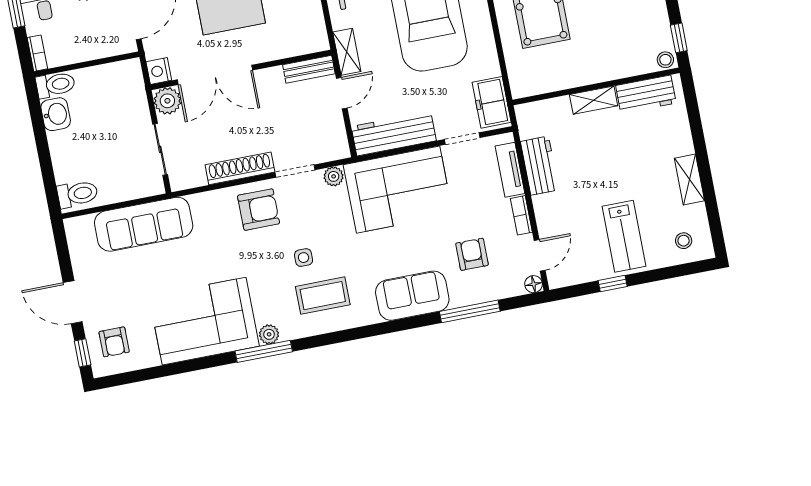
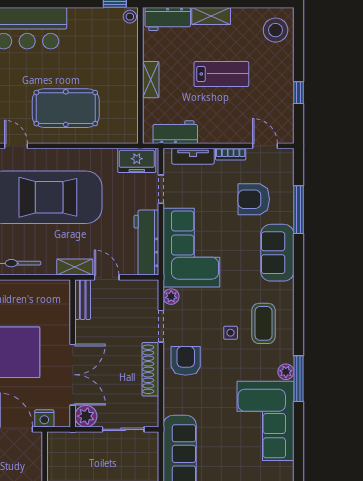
nightstand: (159, 71) -> (44, 418), moved
workbench: (646, 94) -> (168, 19), moved, turned 90
workbench: (540, 166) -> (175, 132), moved
shelving: (689, 180) -> (211, 16), moved
lab bench: (624, 236) -> (221, 74), moved
stool: (684, 241) -> (276, 30), width x1.89, depth x1.89
armchair: (472, 254) -> (254, 199), width x1.38, depth x1.38
floor lamp: (534, 284) -> (287, 155), removed

